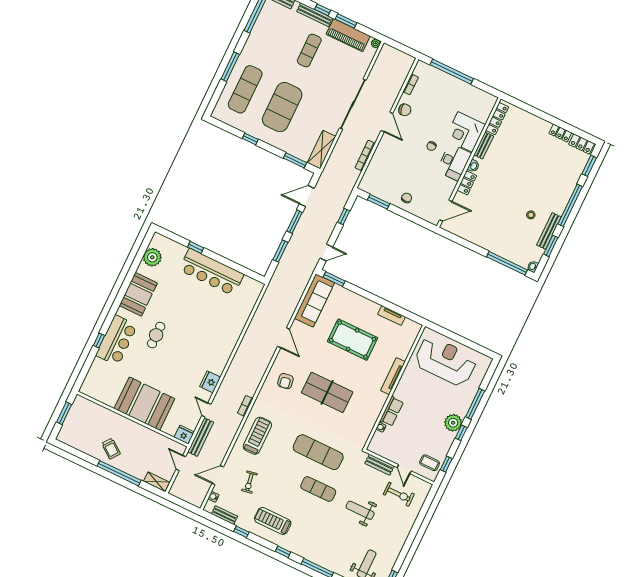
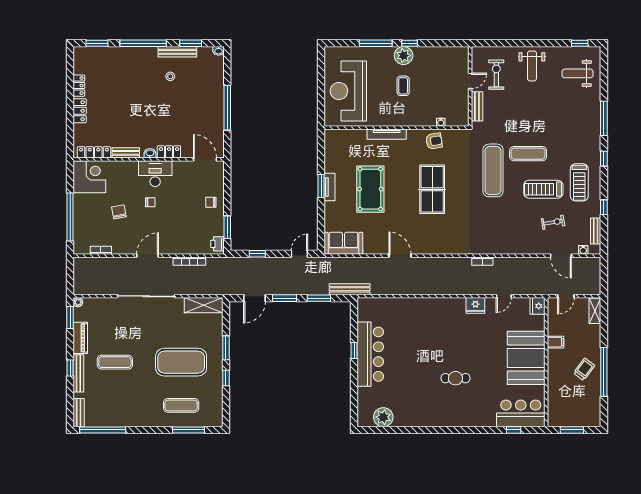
window: (346, 21) -> (70, 317), moved
piano: (348, 35) -> (80, 338), width x0.73, depth x0.75
window: (230, 67) -> (188, 430), moved
exercise mat: (245, 89) -> (181, 405), width x0.73, depth x0.69
chair: (405, 110) -> (119, 212), moved
corner desk: (465, 132) -> (89, 177), moved, turned -90
locker: (582, 144) -> (80, 111), moved
window: (295, 160) -> (226, 348), moved
printer: (368, 187) -> (217, 244), added
door: (307, 196) -> (255, 298), hinge flipped
window: (196, 247) -> (354, 350), moved
door: (326, 253) -> (299, 254), hinge flipped
window: (507, 263) -> (227, 108), moved
window: (334, 279) -> (321, 186), moved
booth: (138, 294) -> (425, 414), removed
sofa: (314, 300) -> (343, 243), width x0.73
tv unit: (391, 315) -> (330, 187), moved
door: (284, 338) -> (400, 256), hinge flipped
bar counter: (117, 340) -> (521, 413), moved
window: (99, 341) -> (514, 430), moved
armchair: (285, 381) -> (434, 141), moved
row of seats: (392, 411) -> (421, 119), removed
filing cabinet: (146, 435) -> (556, 342), added
treadmill: (257, 436) -> (543, 189), moved
bench: (201, 437) -> (350, 289), moved
coffee table: (430, 463) -> (403, 86), moved
window: (446, 464) -> (446, 43), removed
window: (119, 473) -> (604, 372), moved
exercise mat: (318, 489) -> (528, 154), turned 90
weight bench: (360, 510) -> (532, 66), moved

